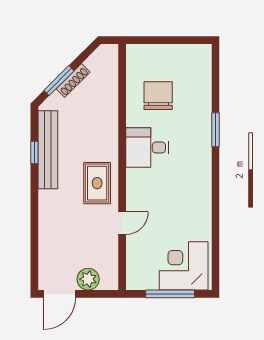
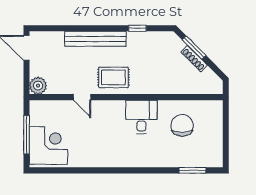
chair: (158, 96) -> (182, 125), turned -90
window: (215, 130) -> (193, 170), moved
bench: (48, 150) -> (95, 39), moved
plant: (88, 279) -> (38, 86), moved

